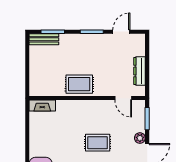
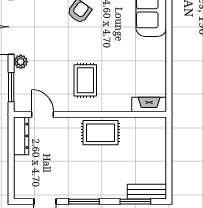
dresser: (140, 71) -> (21, 136), moved
rug: (98, 143) -> (85, 80), moved, turned 90

